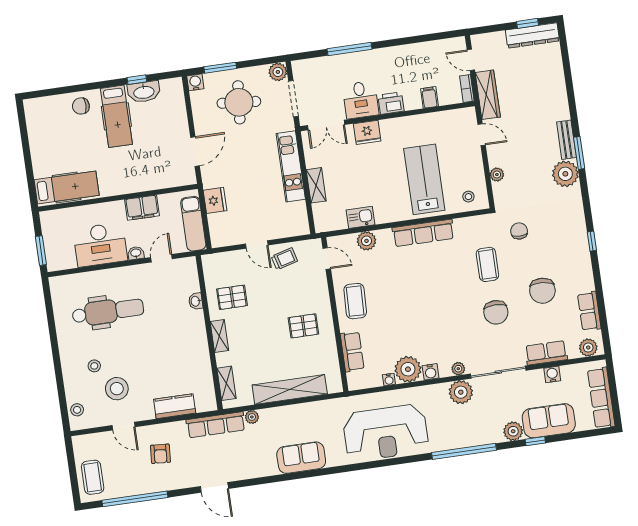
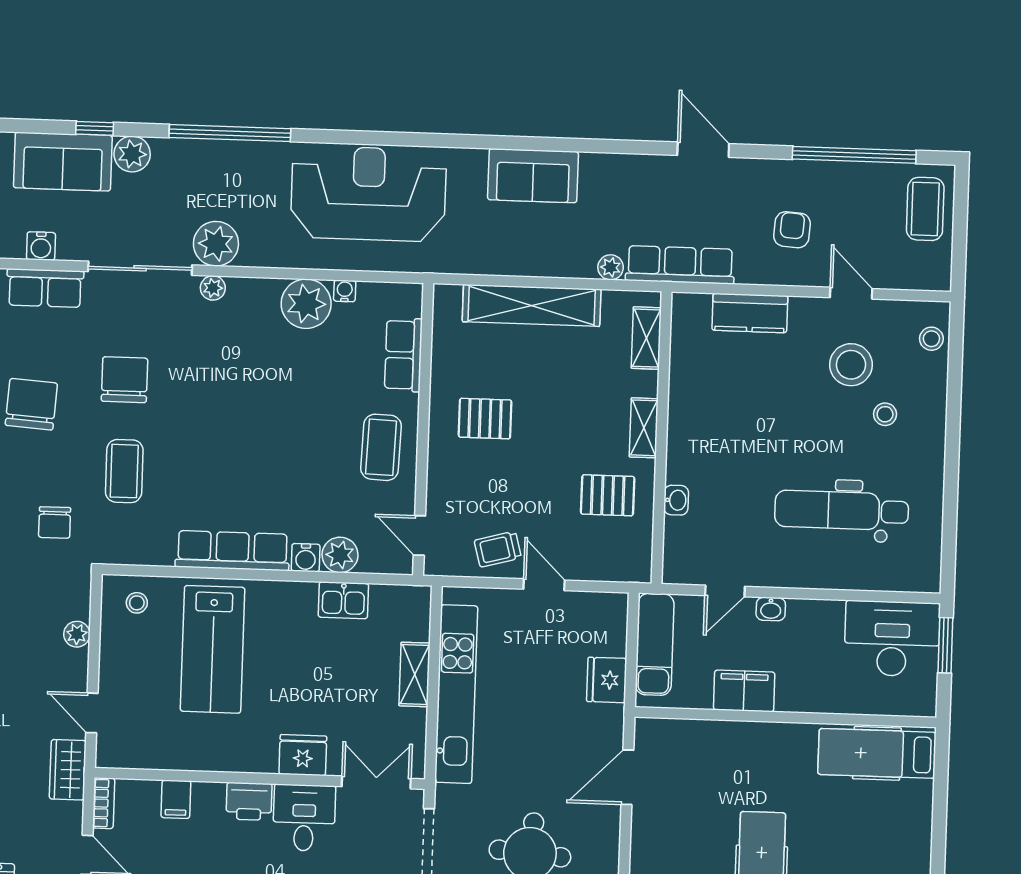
wardrobe: (488, 95) -> (68, 770), width x0.67
kitchen unit: (291, 166) -> (456, 694), width x1.36
desk: (100, 245) -> (892, 639), moved
water cooler: (431, 372) -> (306, 558), moved, turned 180

